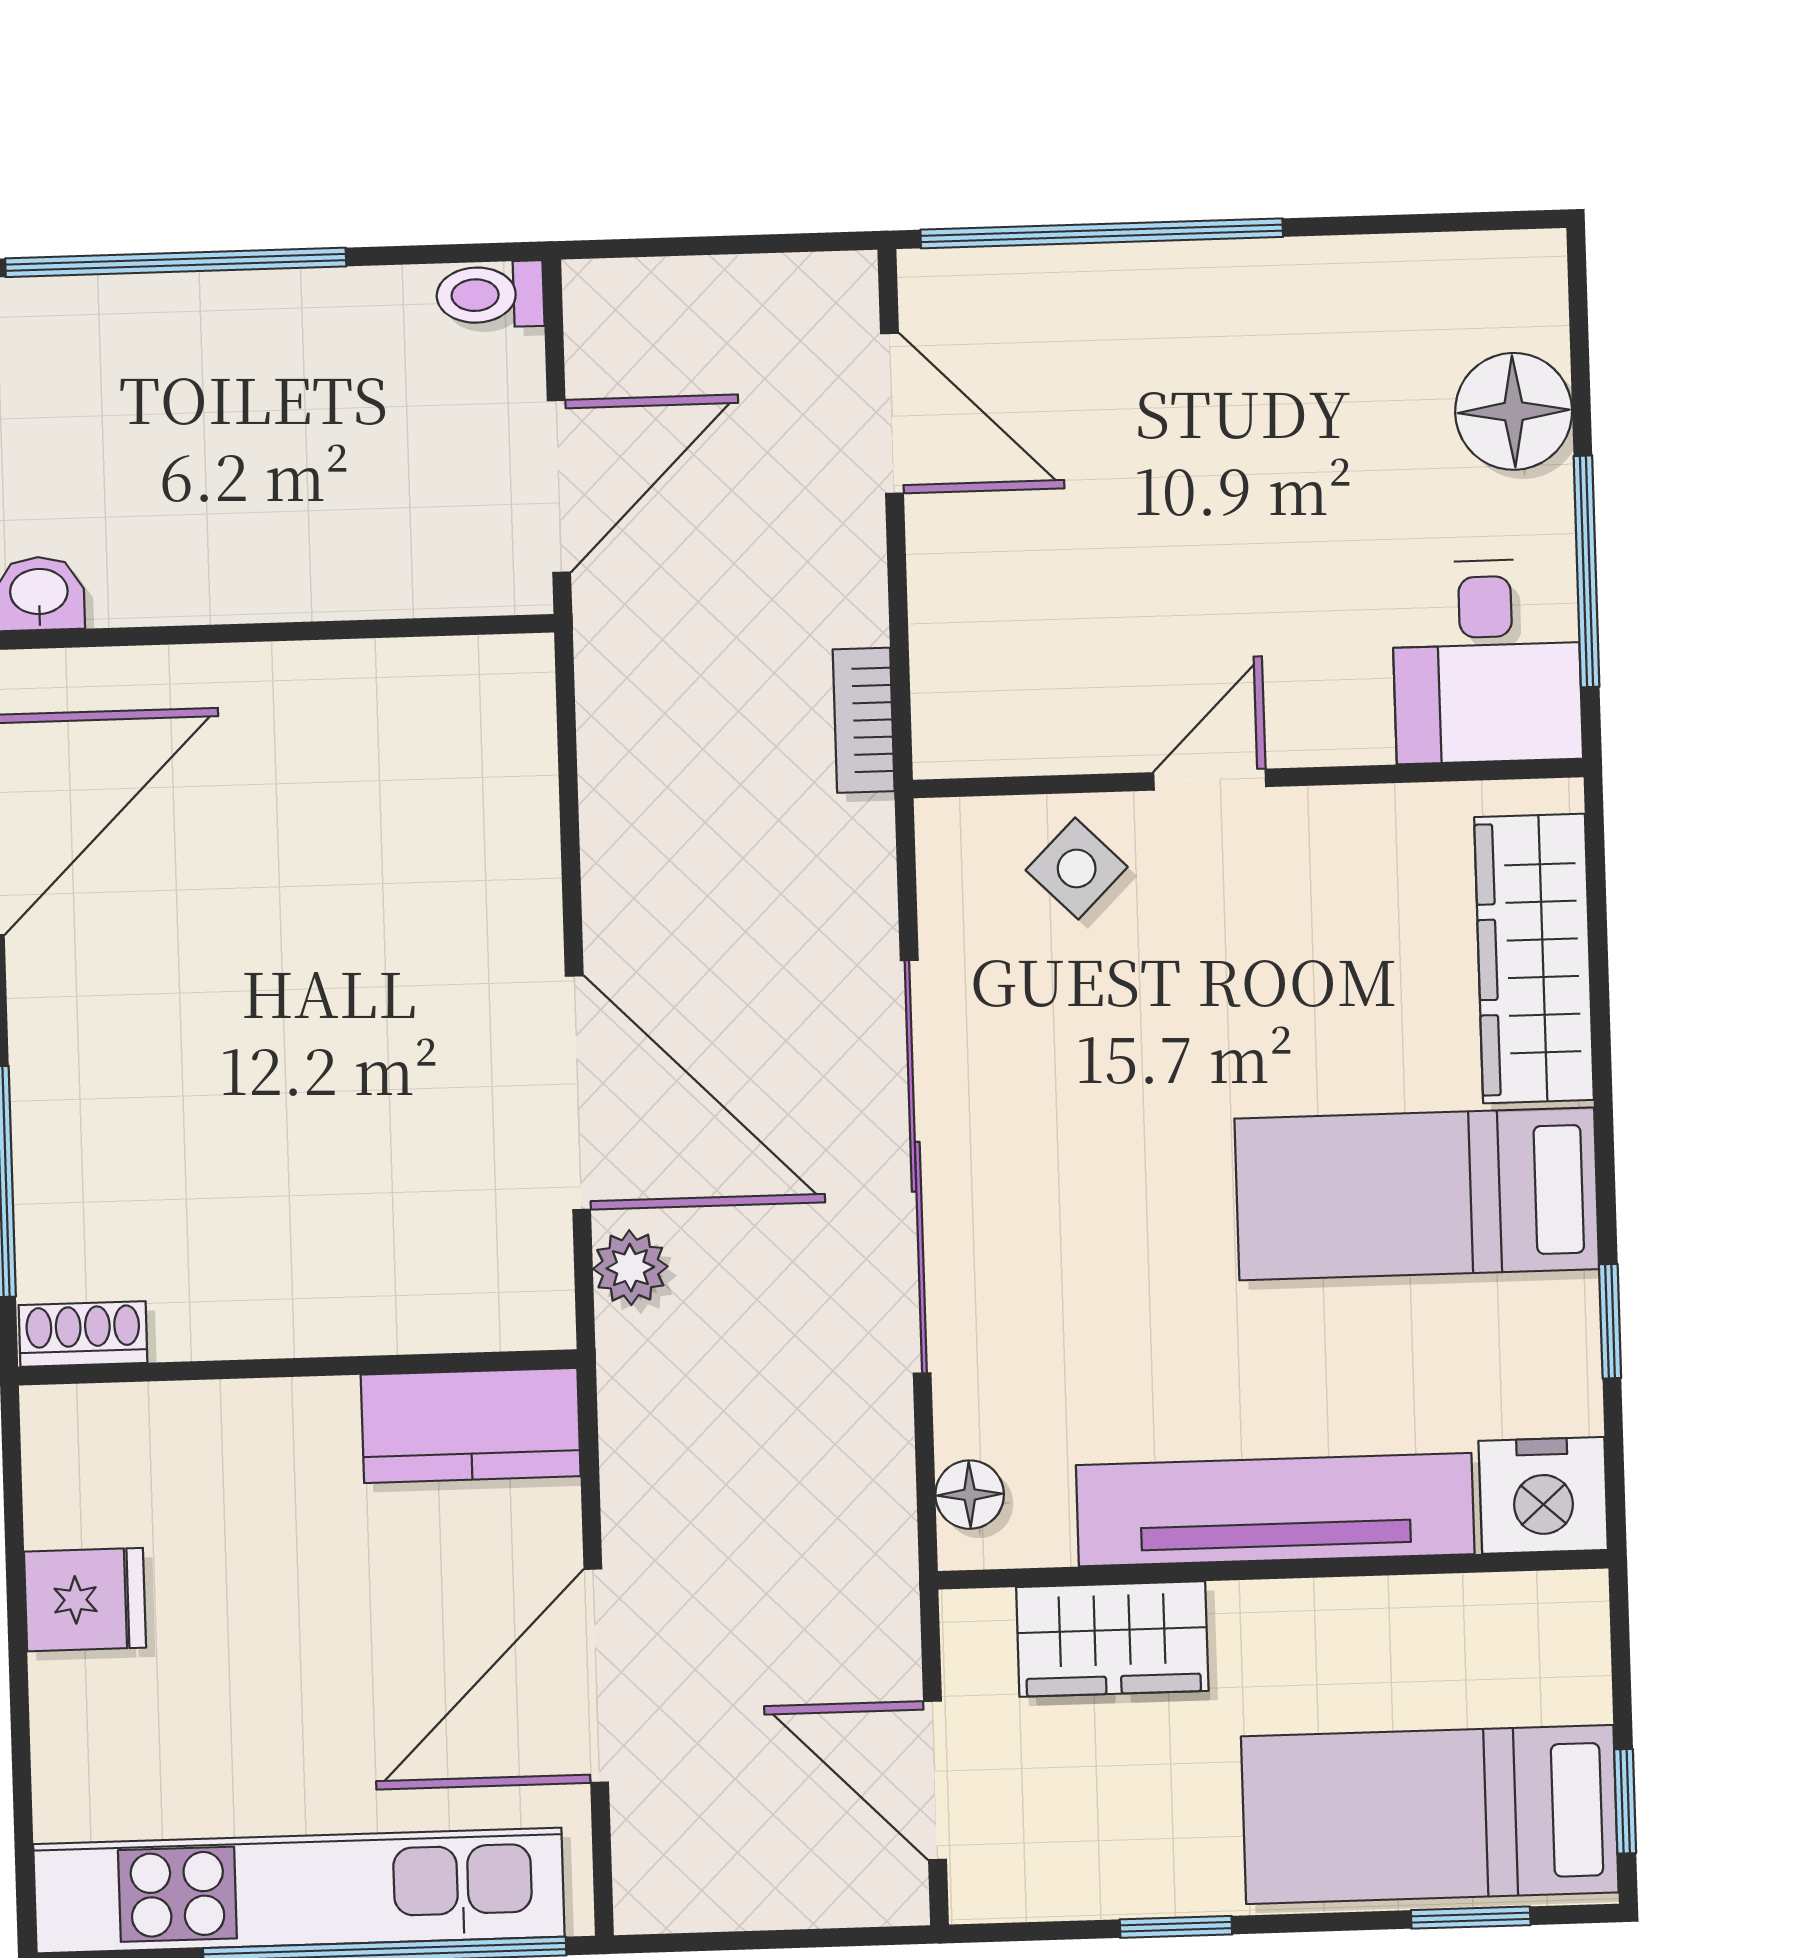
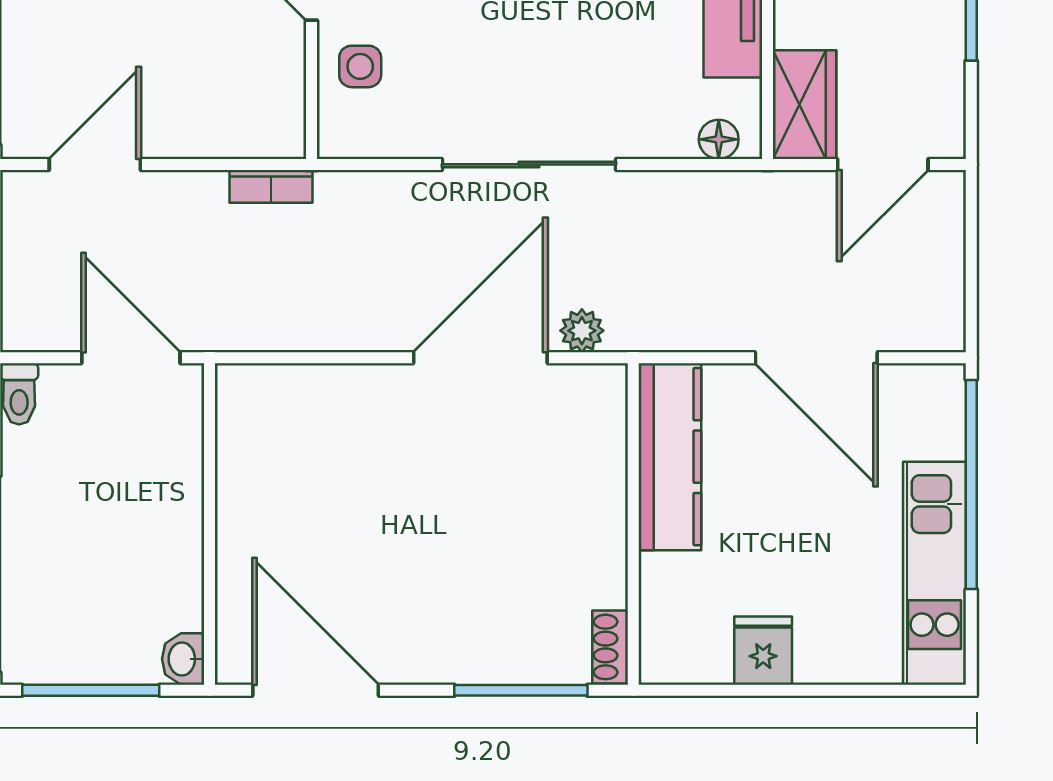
side table: (1077, 868) -> (360, 66), turned 45
sliding door: (916, 1167) -> (529, 164), width x0.73
kitchen counter: (471, 1425) -> (670, 457), width x1.50
wardrobe: (1112, 1639) -> (804, 105), moved
kitchen unit: (299, 1890) -> (935, 573), width x0.73

